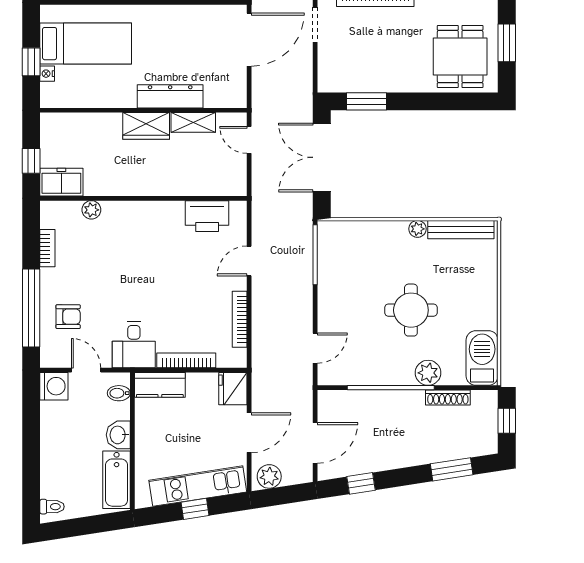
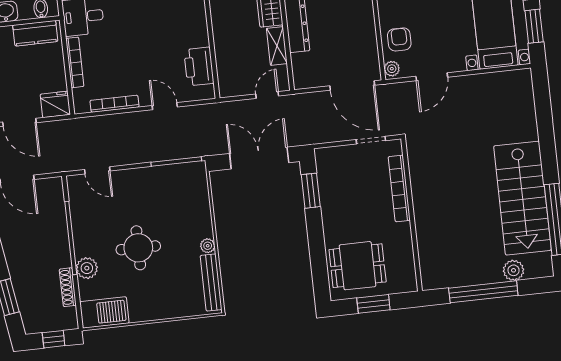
kitchen counter: (160, 385) -> (35, 33), moved, turned -90

